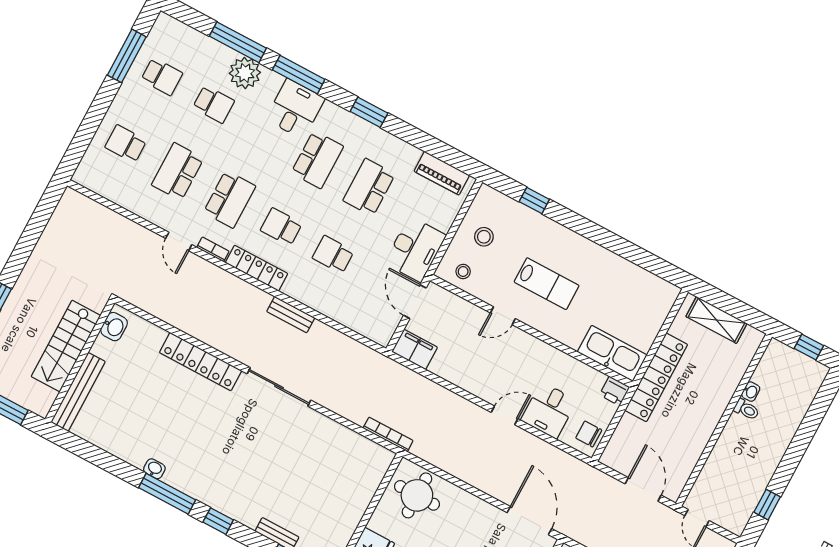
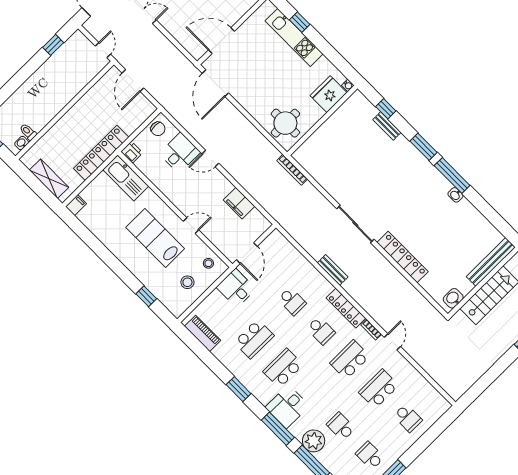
school desk: (178, 172) -> (379, 389), turned 180
desk: (415, 249) -> (236, 288), width x0.73
lab bench: (547, 284) -> (155, 238), width x1.36, depth x1.39
filing cabinet: (669, 295) -> (76, 205), added
filing cabinet: (415, 349) -> (239, 203), moved
washbasin: (751, 392) -> (22, 143), moved
toilet: (746, 410) -> (28, 132), moved
window: (218, 521) -> (424, 147), width x1.50

